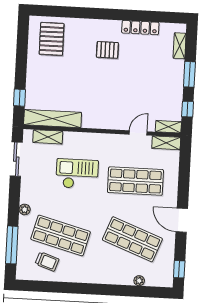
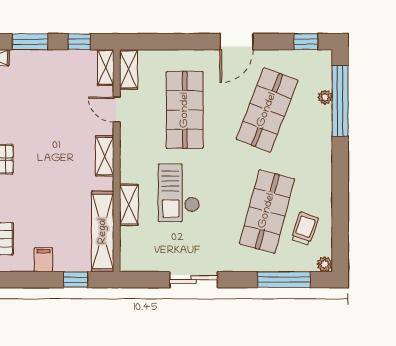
filing cabinet: (35, 76) -> (43, 260), added
shelving: (106, 123) -> (105, 156), added
shelving: (48, 137) -> (129, 205), moved
sliding door: (16, 159) -> (193, 280), moved
plant: (25, 209) -> (325, 264), moved
window: (136, 291) -> (340, 101), added

